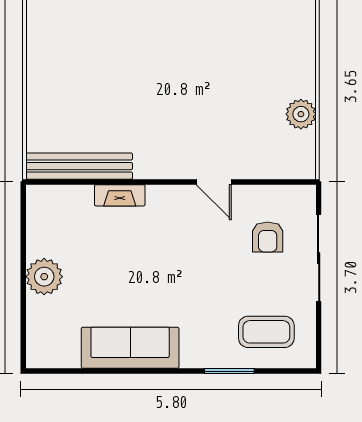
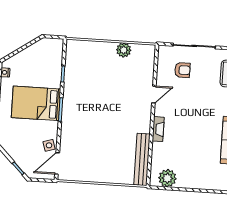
fireplace: (120, 195) -> (158, 129), moved
plant: (44, 277) -> (167, 178), moved

